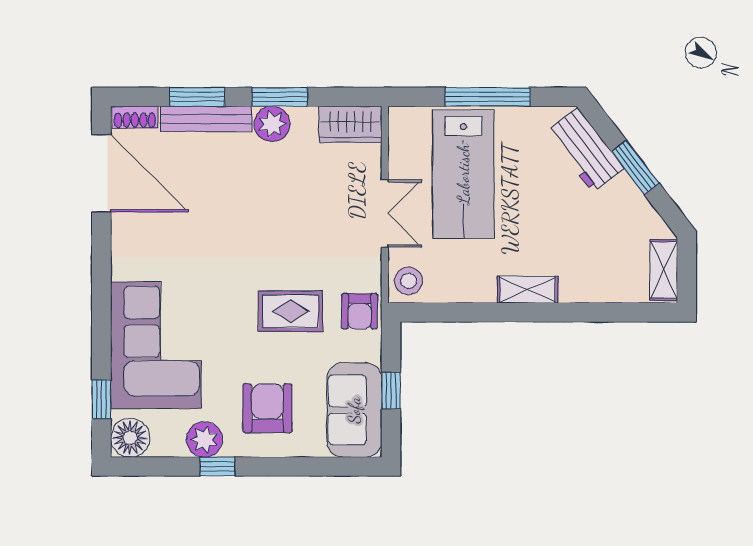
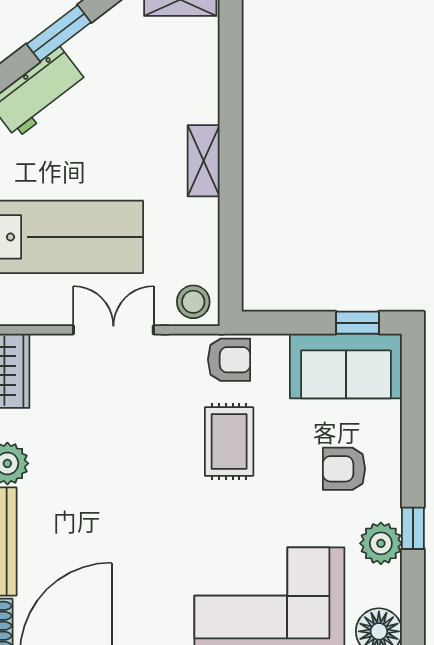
window: (391, 390) -> (357, 323), moved
armchair: (267, 408) -> (344, 469), width x0.72, depth x0.72

